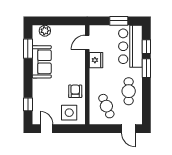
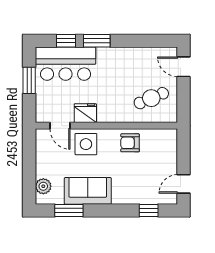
cafe table: (129, 91) -> (130, 66), removed
side table: (69, 113) -> (86, 144), moved
door: (128, 129) -> (184, 67), swing flipped

